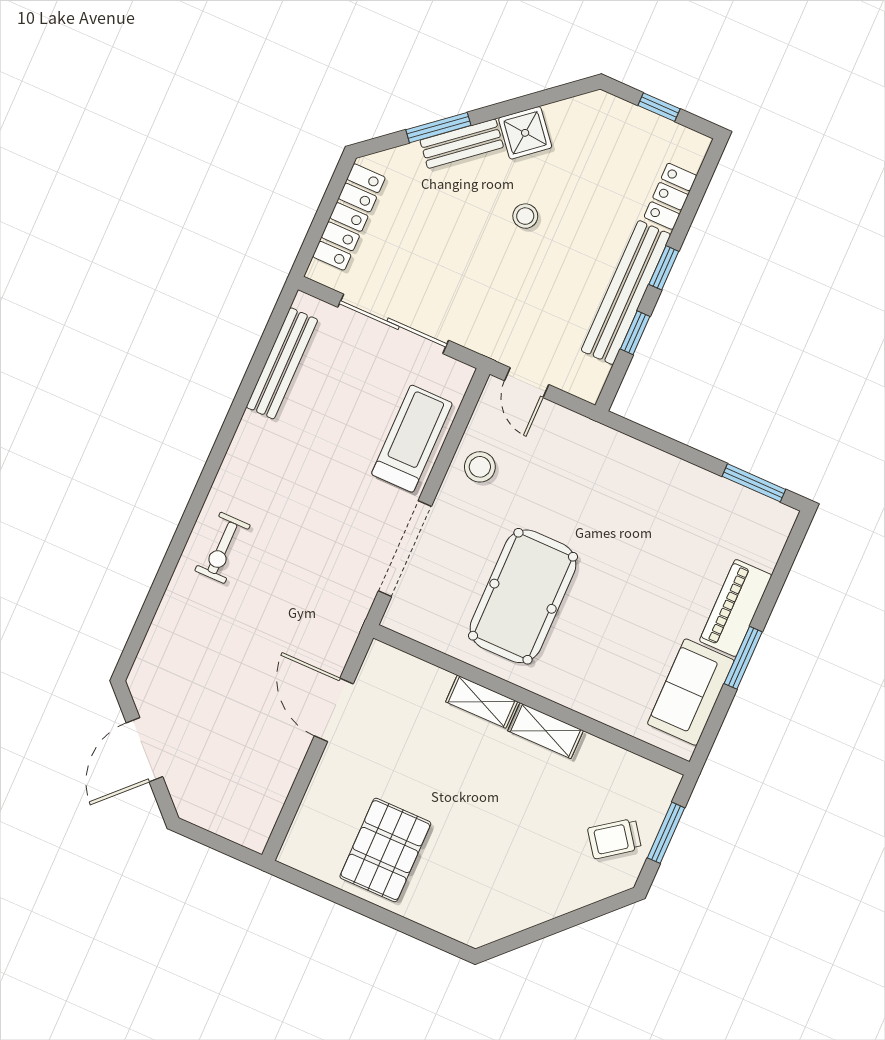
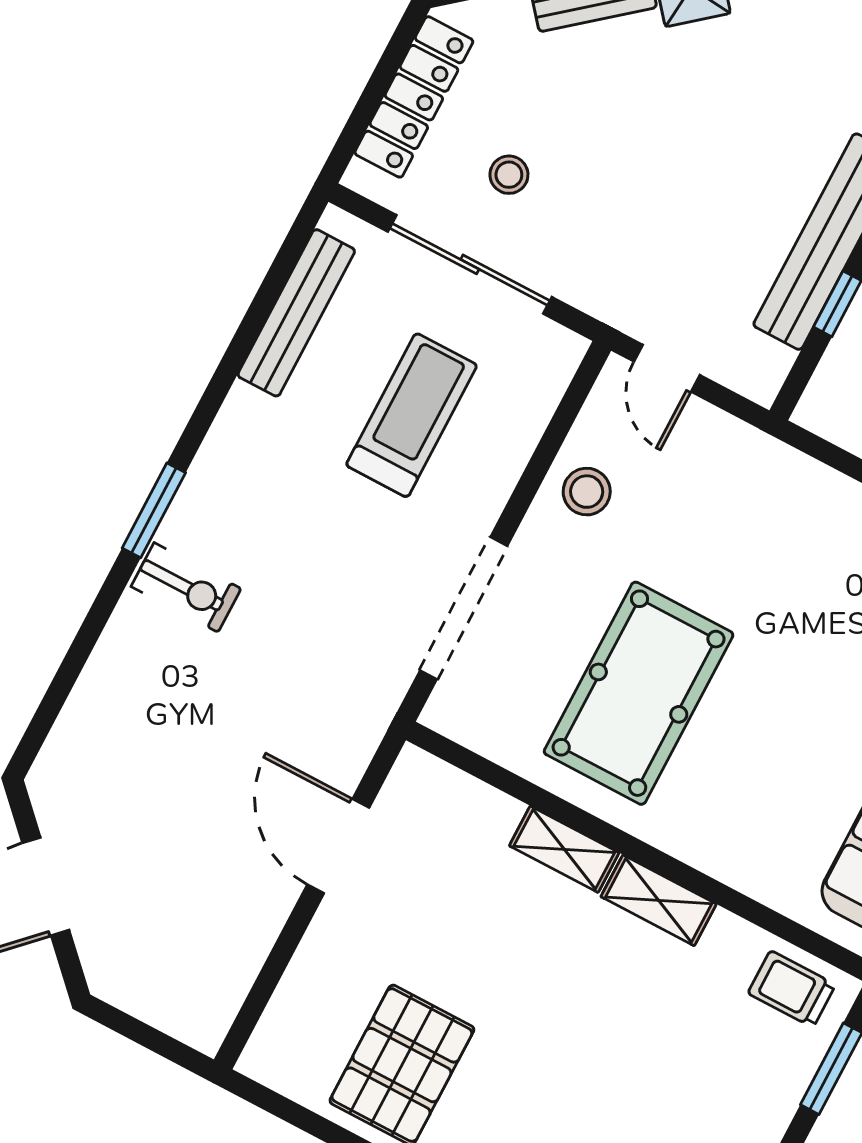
stool: (525, 216) -> (509, 175), moved
treadmill: (412, 439) -> (412, 415), moved
window: (198, 499) -> (154, 510), added
exercise bike: (222, 548) -> (186, 587), turned -90
trolley: (614, 839) -> (792, 989), moved, turned 36

